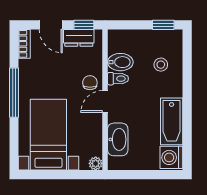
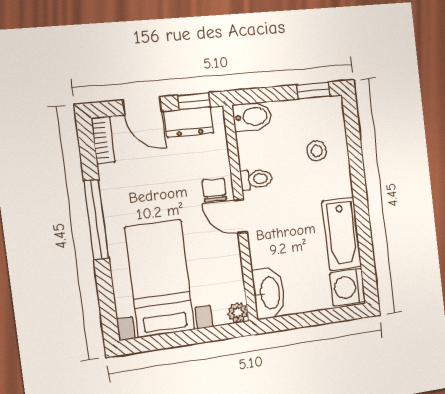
bidet: (120, 62) -> (252, 117), moved
door: (105, 102) -> (241, 216), hinge flipped
washbasin: (118, 139) -> (269, 293), moved

